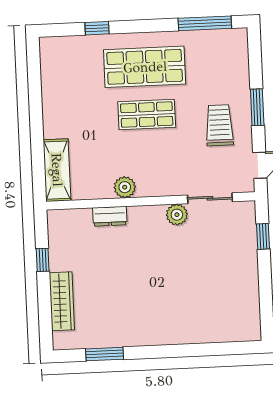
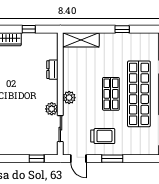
shop shelf: (145, 67) -> (139, 94), width x1.40
window: (35, 101) -> (122, 29), added
plant: (125, 187) -> (69, 98), moved

